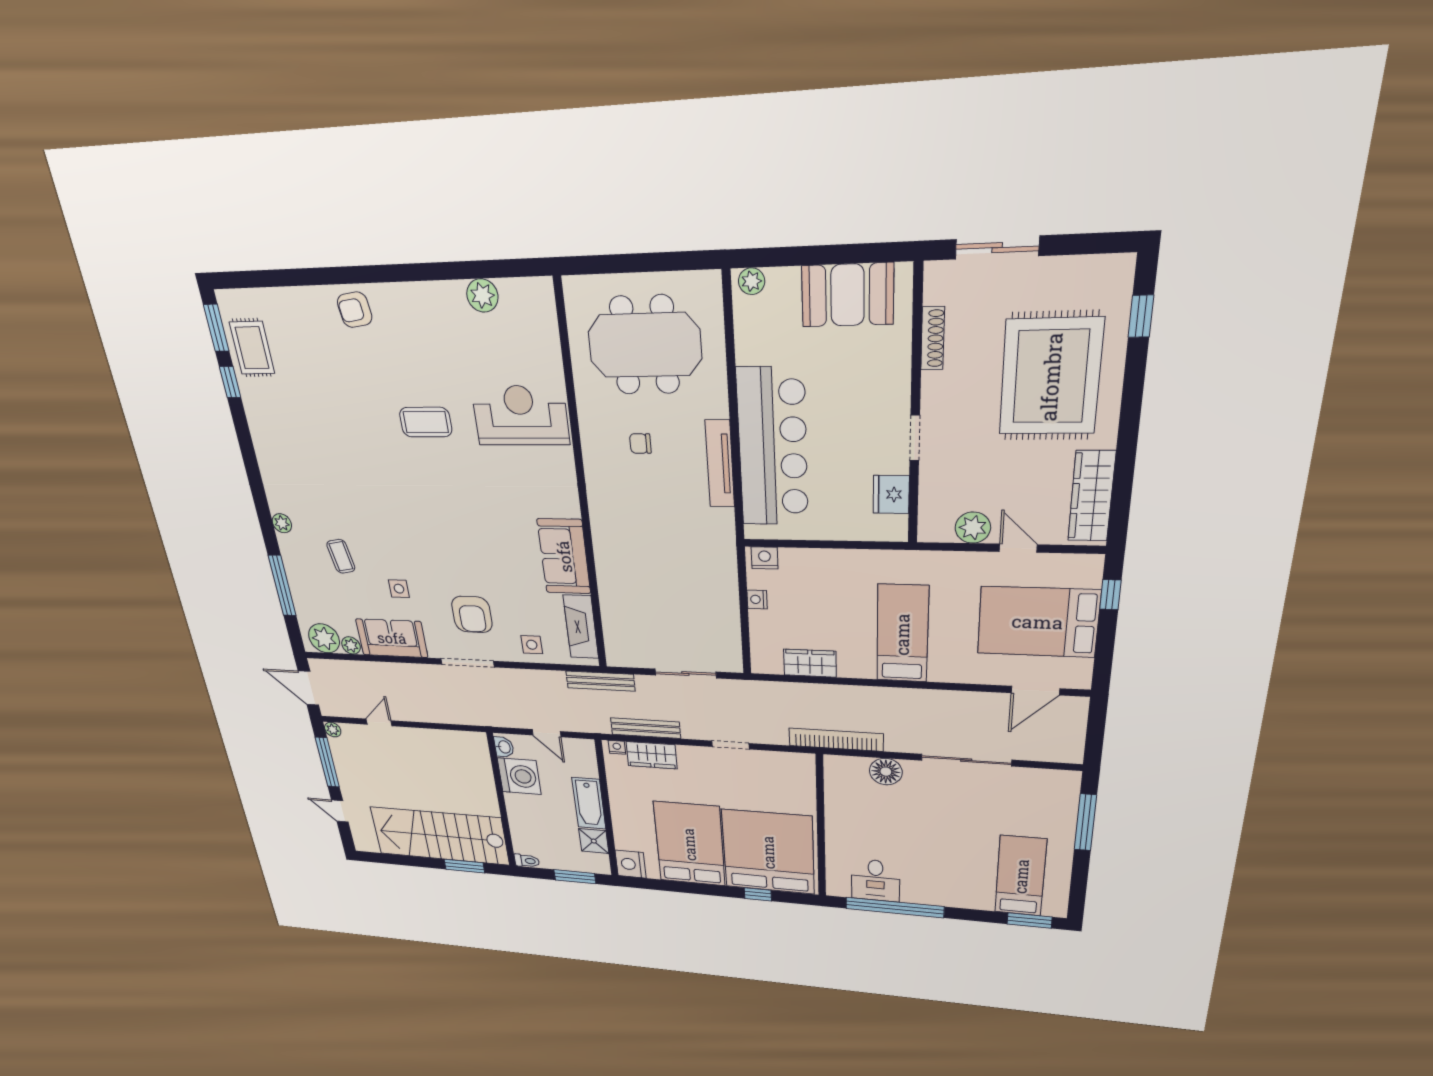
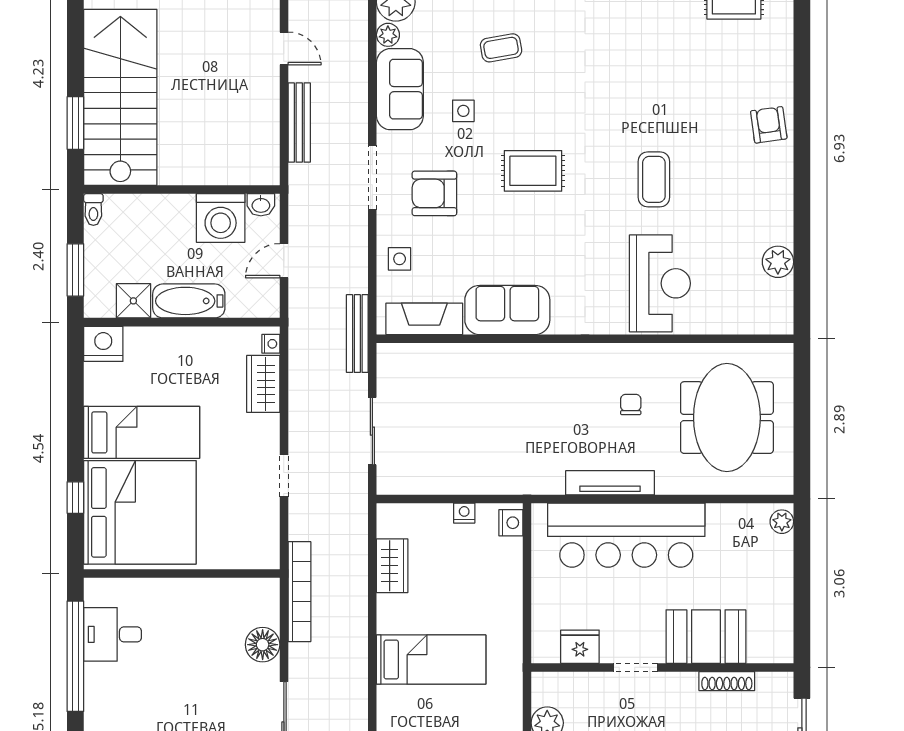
booth: (848, 295) -> (706, 637), moved, turned 90
rug: (438, 532) -> (533, 171), added
bench: (645, 728) -> (299, 123), moved
bed: (689, 844) -> (142, 432), width x0.67

